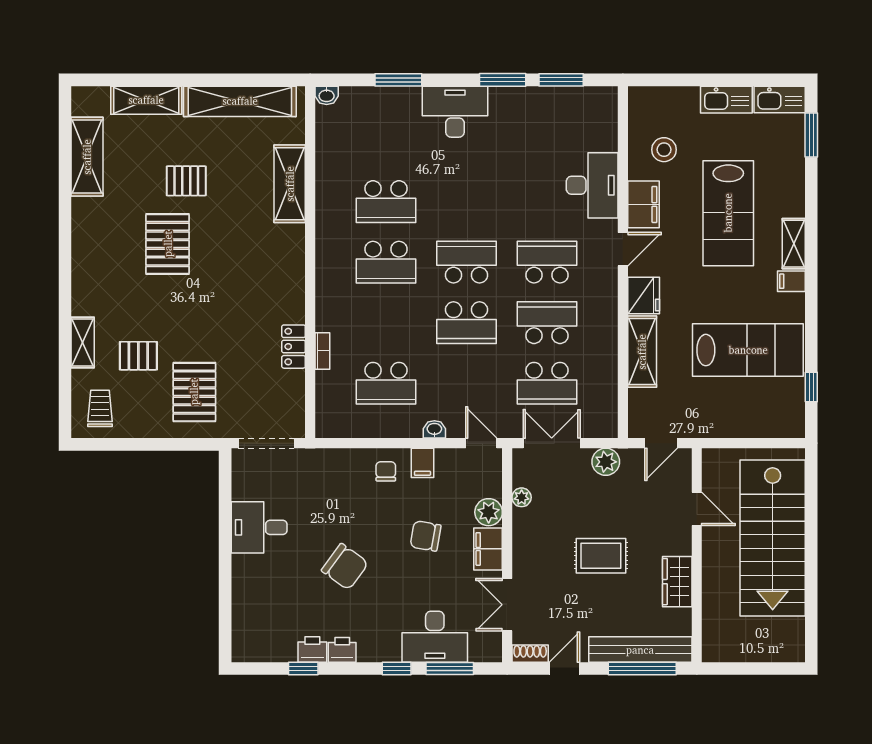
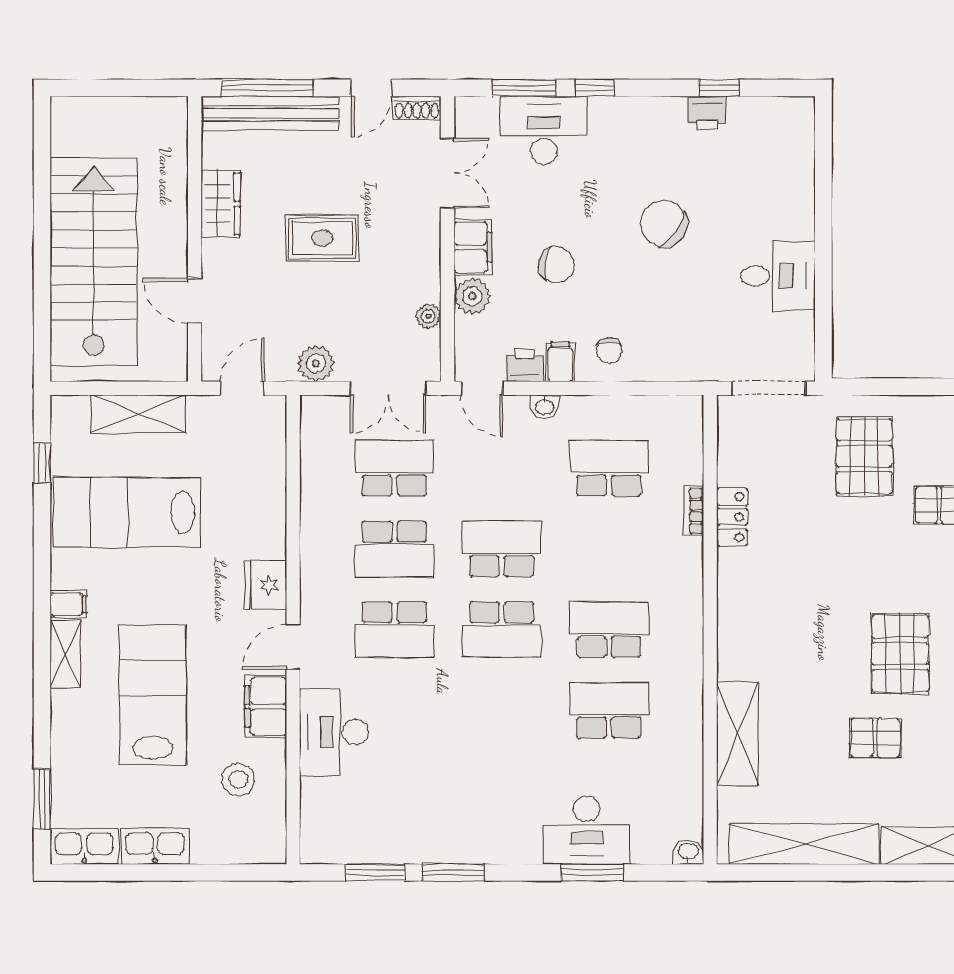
desk: (455, 112) -> (587, 830), moved
shelving: (642, 352) -> (138, 414), moved, turned 90
printer: (342, 650) -> (525, 365), moved, turned 180

